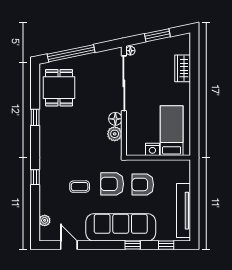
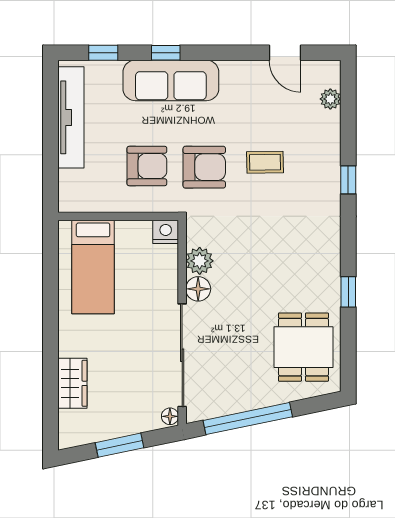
window: (71, 53) -> (248, 419), moved
nightstand: (152, 149) -> (166, 232), moved
sofa: (121, 227) -> (171, 80), width x0.74, depth x0.79

